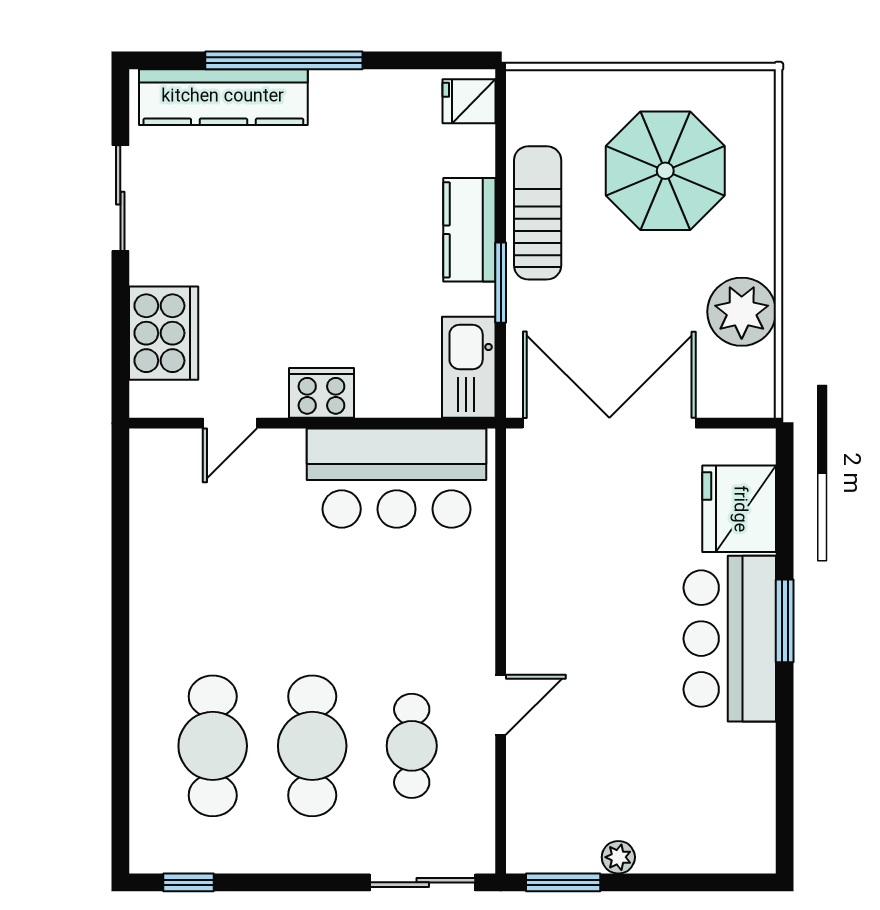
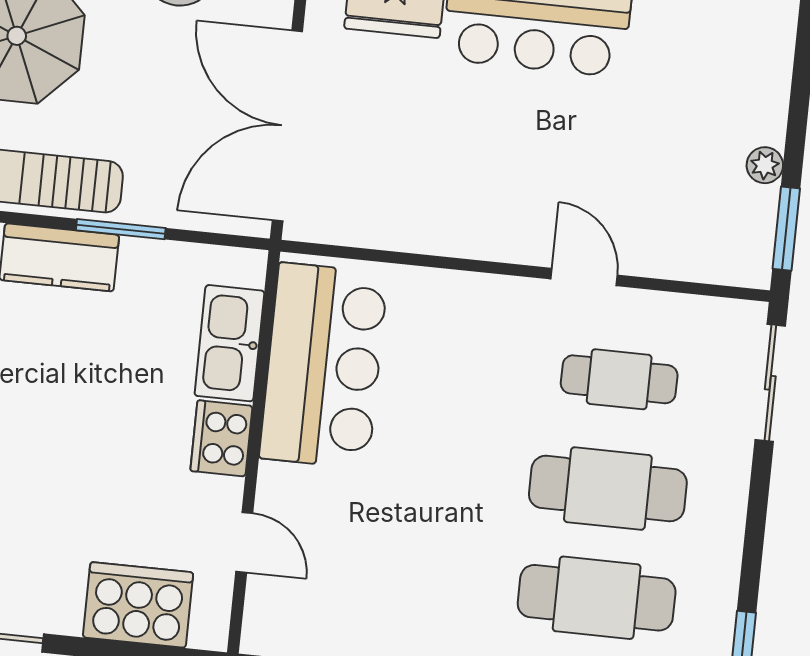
kitchen sink: (469, 367) -> (229, 343), moved, turned 90

